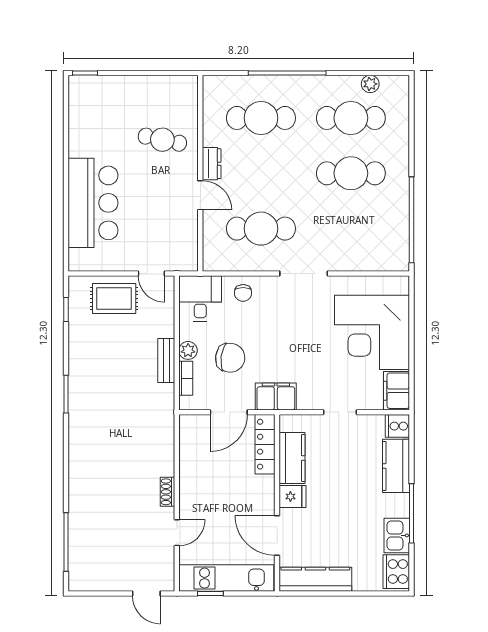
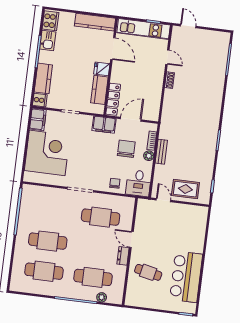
plant: (370, 84) -> (102, 297), moved
bar counter: (93, 203) -> (186, 277), moved
chair: (230, 358) -> (126, 149), turned 82
door: (177, 533) -> (167, 57), swing flipped

